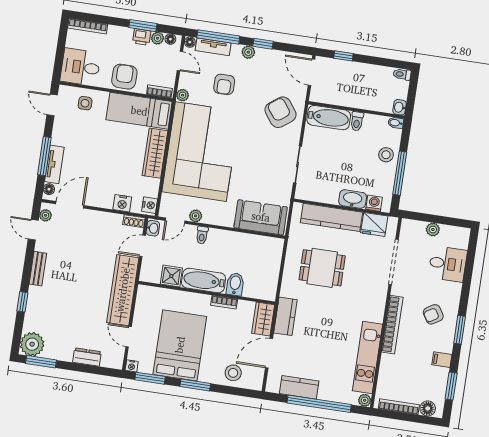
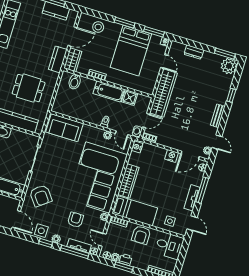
side table: (272, 61) -> (41, 231), added
tv unit: (54, 164) -> (192, 198), moved
nightstand: (122, 203) -> (172, 156), moved
door: (175, 221) -> (122, 134), swing flipped
bidet: (235, 284) -> (75, 82), moved

